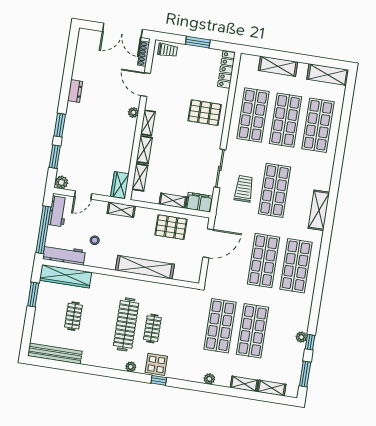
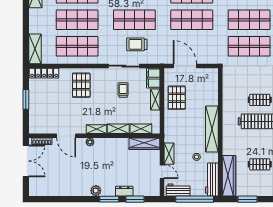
trolley: (168, 50) -> (123, 90), moved
shelving: (278, 66) -> (35, 49), moved
door: (146, 85) -> (66, 136), hinge flipped
dresser: (75, 91) -> (124, 191), moved
plant: (61, 182) -> (96, 191), moved
wardrobe: (120, 185) -> (144, 144), width x1.50
shelving: (121, 210) -> (169, 154), moved
shelving: (145, 267) -> (212, 129), moved

